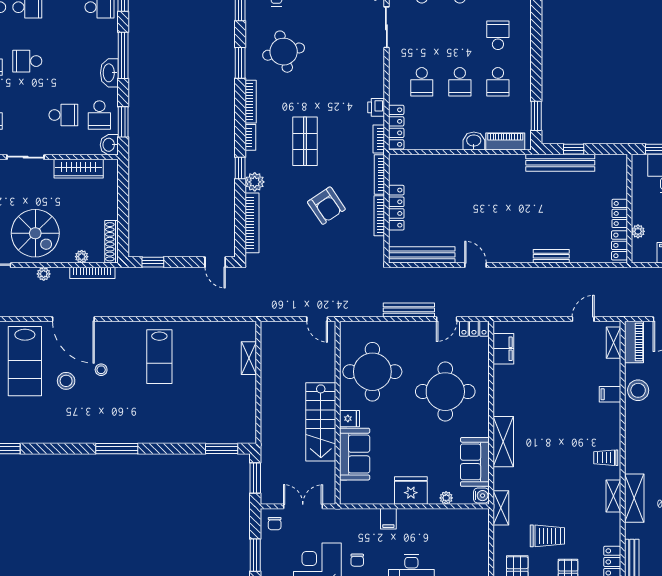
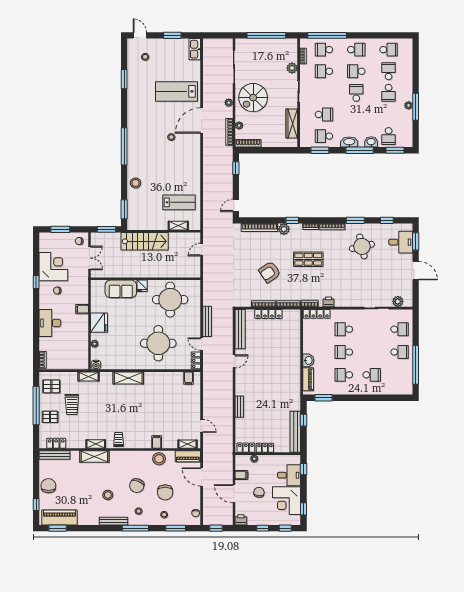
school desk: (63, 115) -> (324, 114), turned -90
washbasin: (109, 145) -> (371, 142), moved
bench: (560, 163) -> (295, 432), moved
door: (317, 319) -> (202, 250), moved
filing cabinet: (503, 349) -> (189, 378), width x0.50
lab bench: (159, 357) -> (179, 202), moved, turned 180
stool: (66, 381) -> (136, 183), moved
stairs: (321, 422) -> (145, 241), moved, turned 180
window: (117, 449) -> (124, 146), width x1.46
sofa: (475, 462) -> (116, 361), removed

